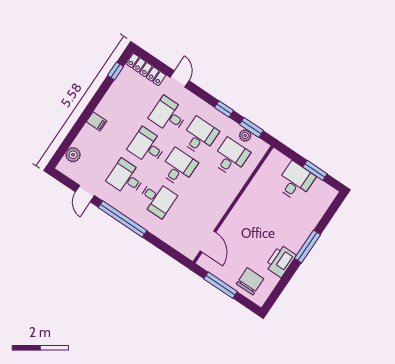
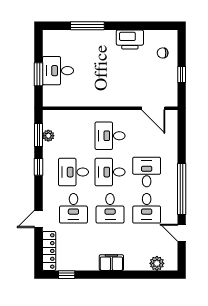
filing cabinet: (97, 121) -> (111, 263), width x2.00
desk: (231, 157) -> (110, 136), moved
window: (315, 170) -> (38, 74), moved
door: (85, 194) -> (182, 233), swing flipped
door: (208, 241) -> (153, 108), swing flipped
window: (307, 246) -> (87, 26), moved
chair: (250, 281) -> (163, 53), width x0.54, depth x0.54
window: (221, 285) -> (182, 75), width x0.46

